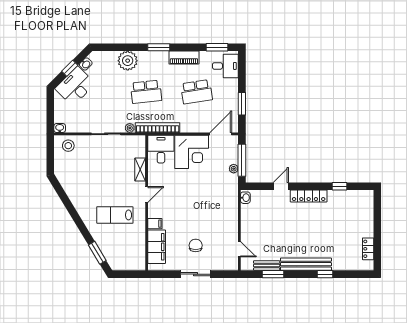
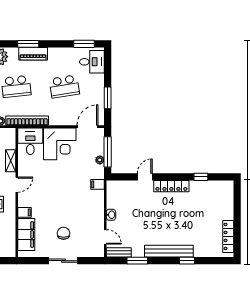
piano: (184, 58) -> (33, 54), moved
filing cabinet: (231, 194) -> (97, 184), added
washbasin: (245, 198) -> (111, 215), moved
locker: (368, 249) -> (228, 236), width x1.53
bench: (267, 266) -> (119, 252), moved

